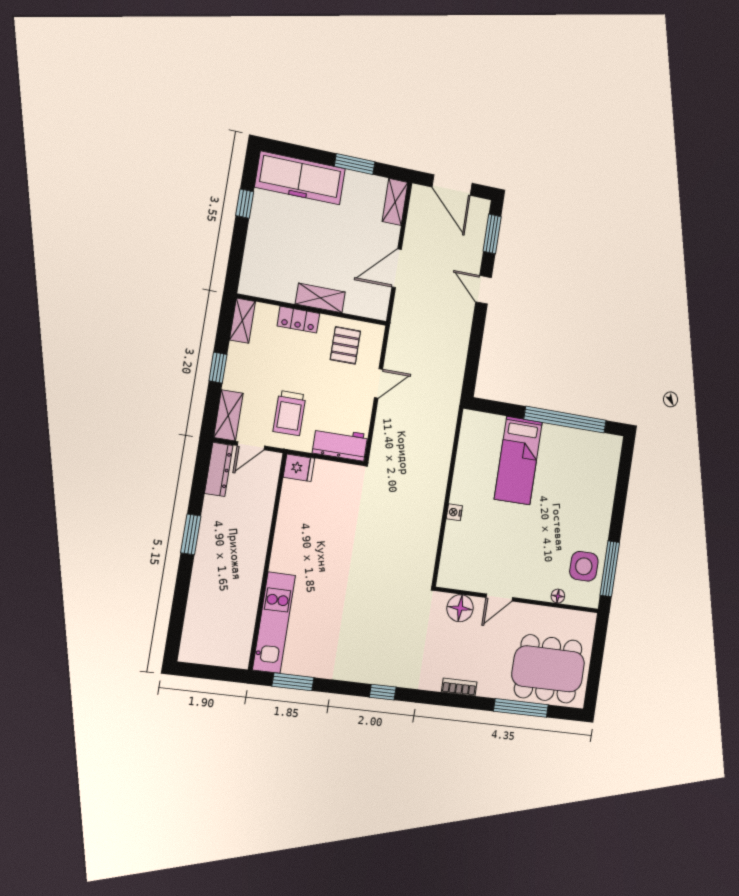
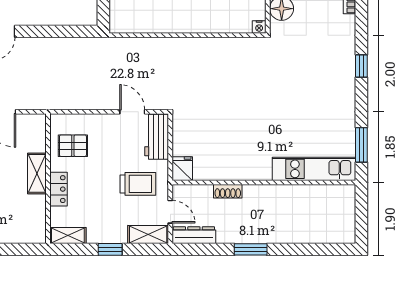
door: (379, 383) -> (132, 112), moved
nightstand: (454, 512) -> (259, 27), moved
shoe rack: (264, 517) -> (228, 191), added

